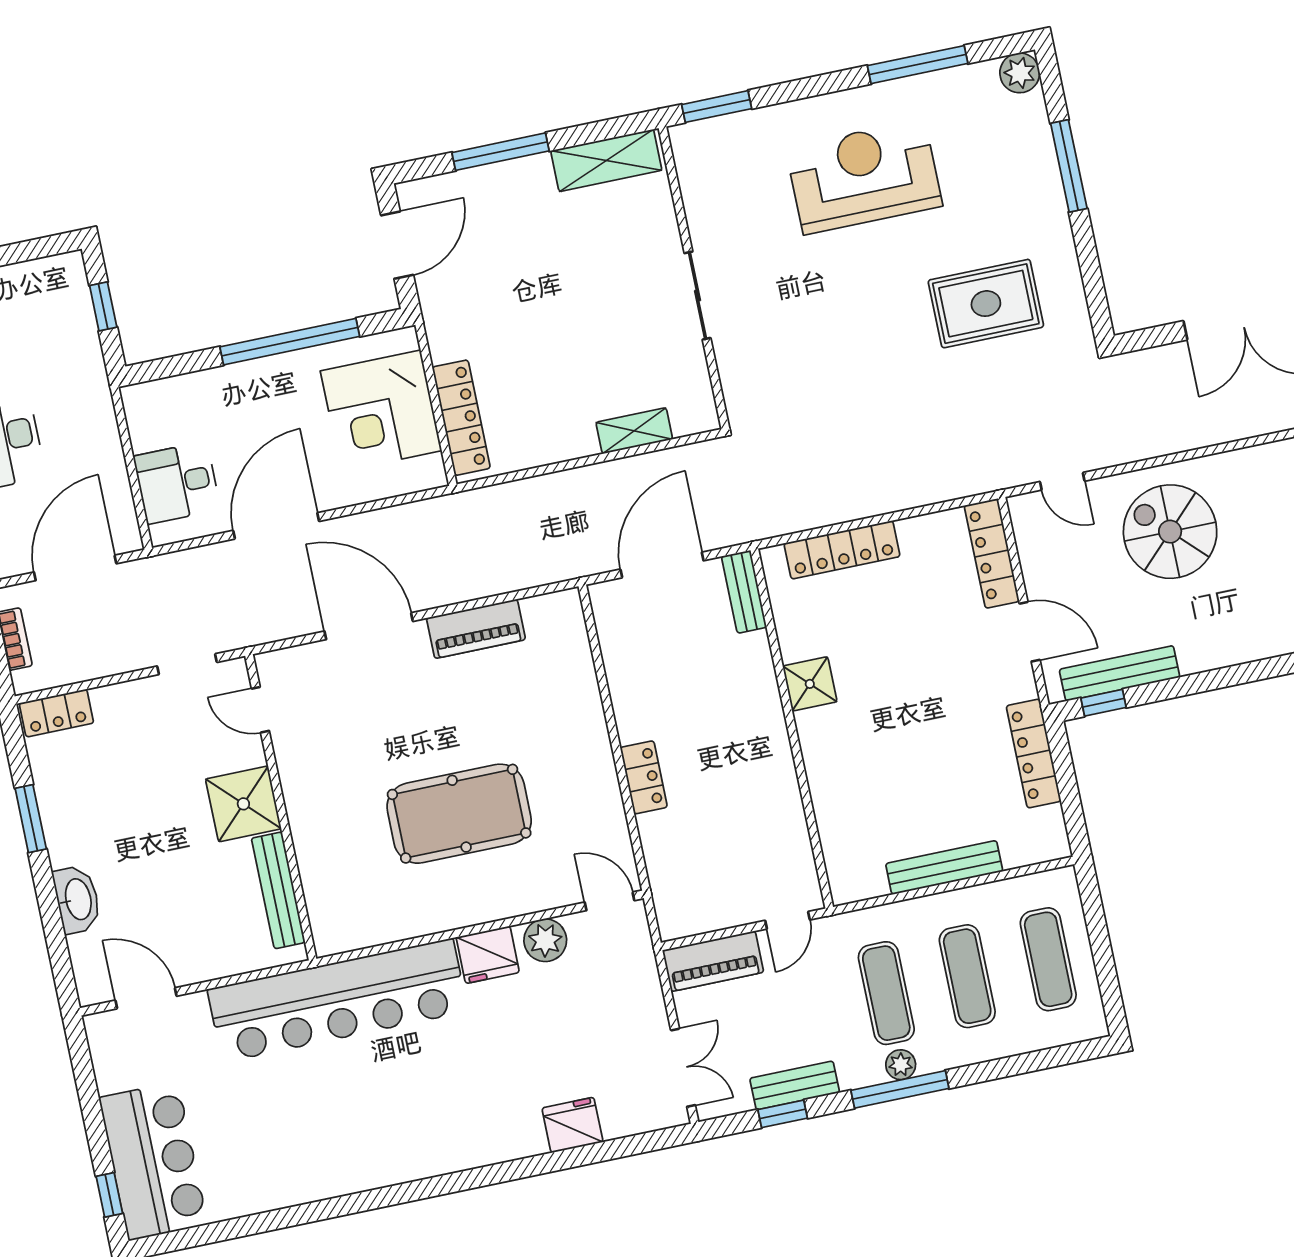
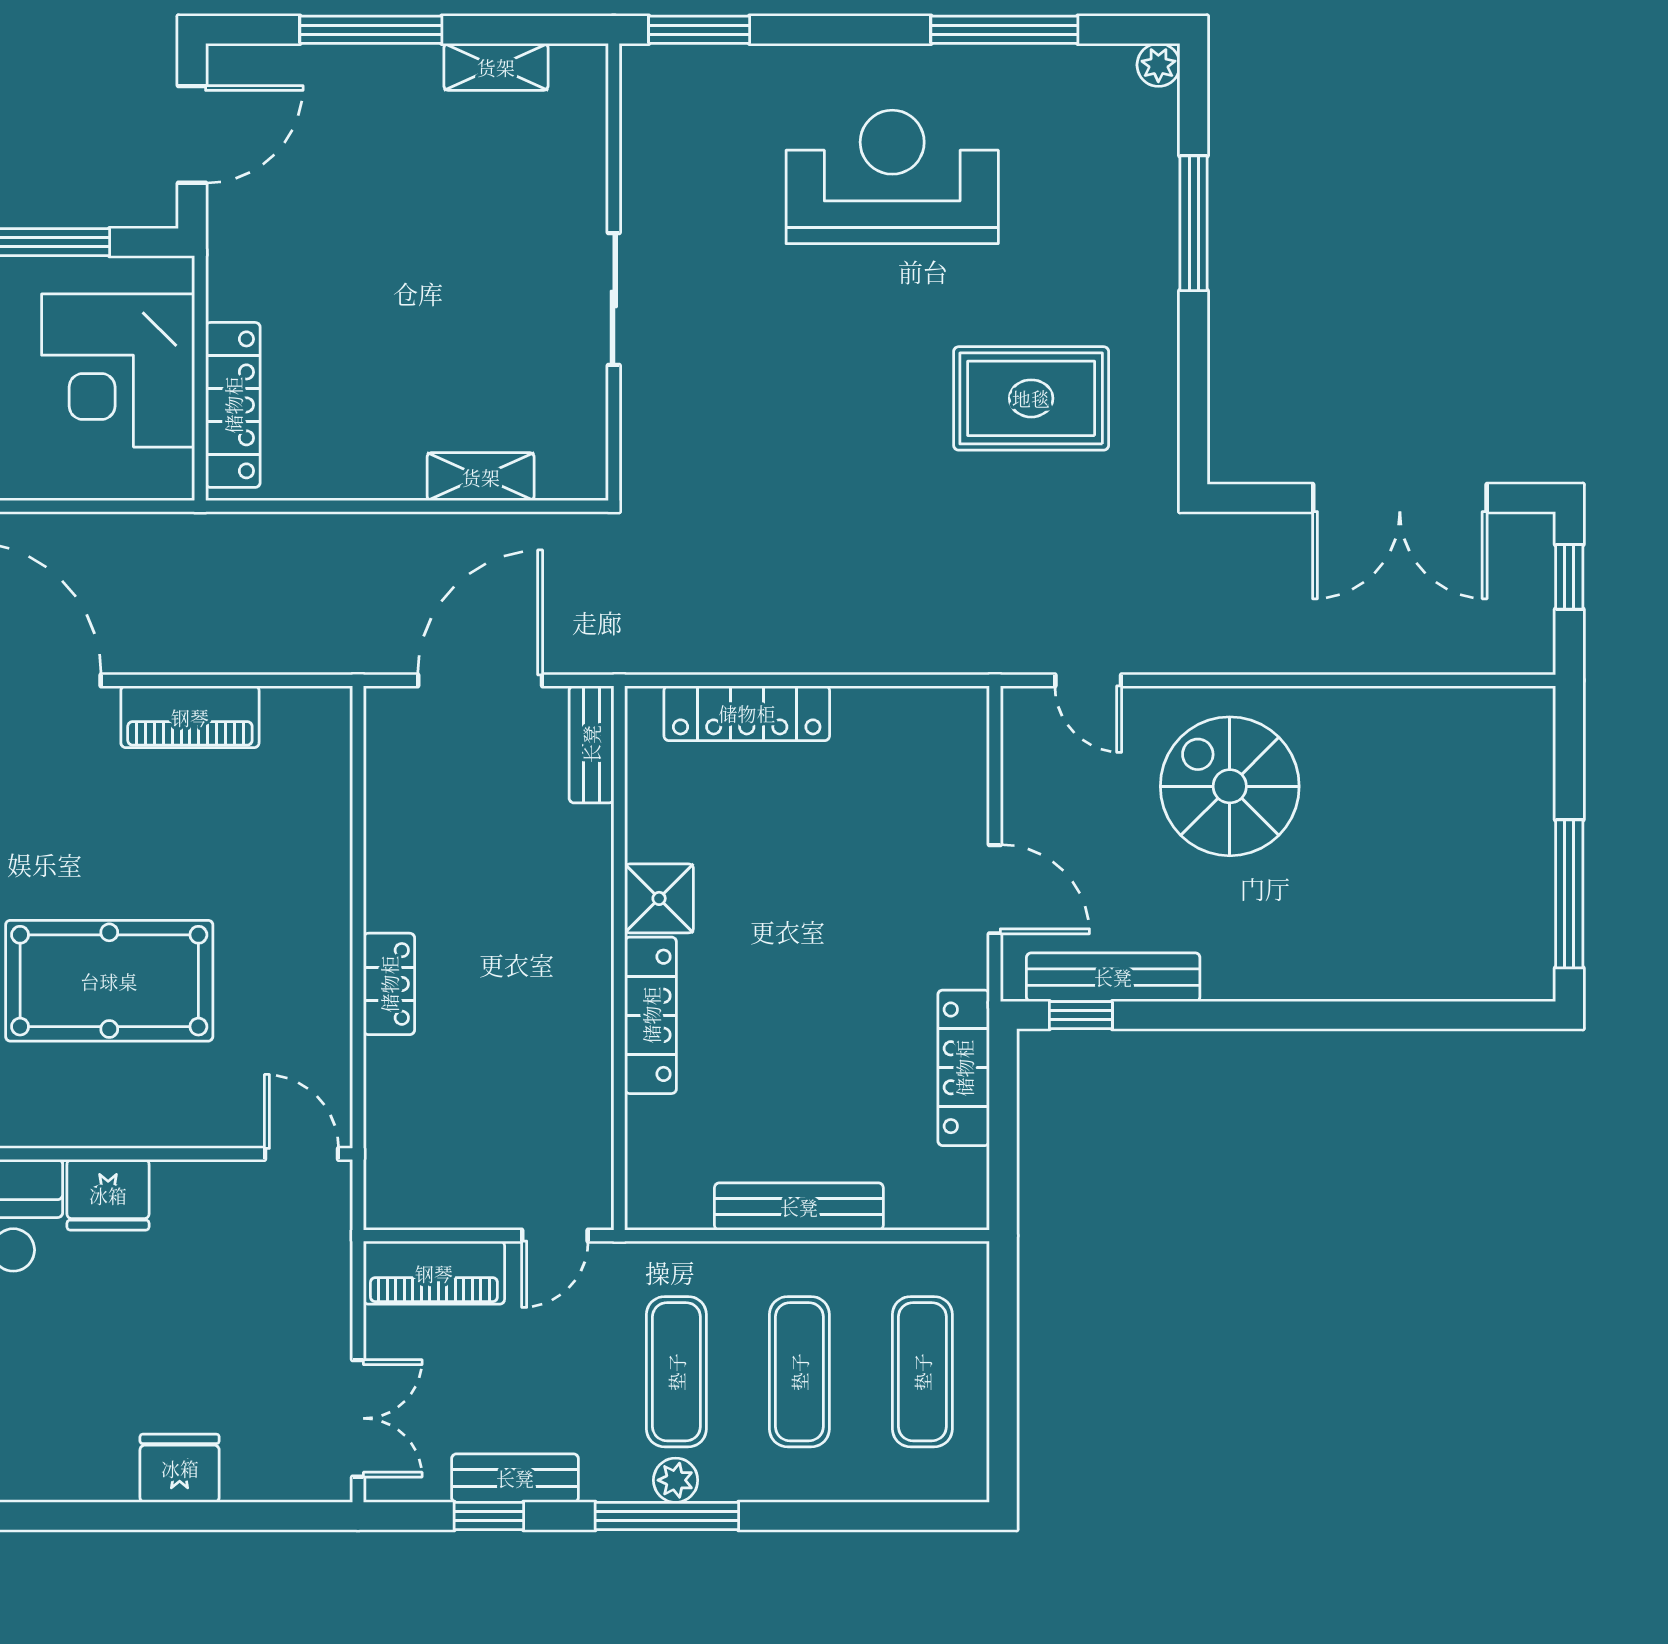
plant: (1020, 73) -> (1158, 65), width x0.73, depth x0.73
shelving: (606, 160) -> (496, 67), width x0.67, depth x0.75
locker: (992, 554) -> (651, 1015), moved, turned 180
plant: (545, 940) -> (196, 1191), removed

